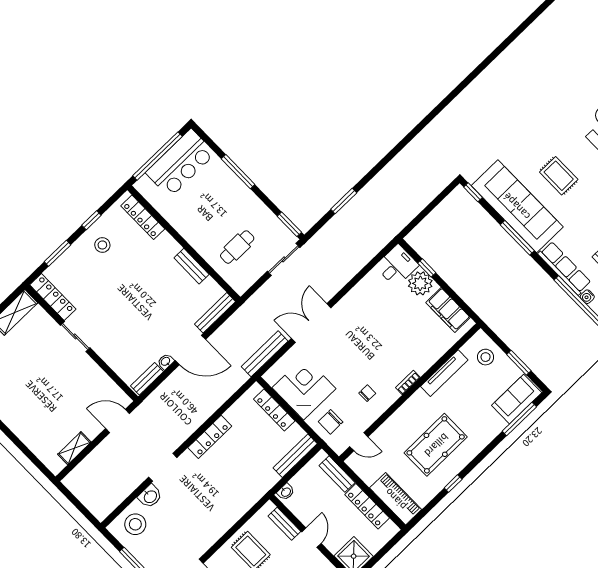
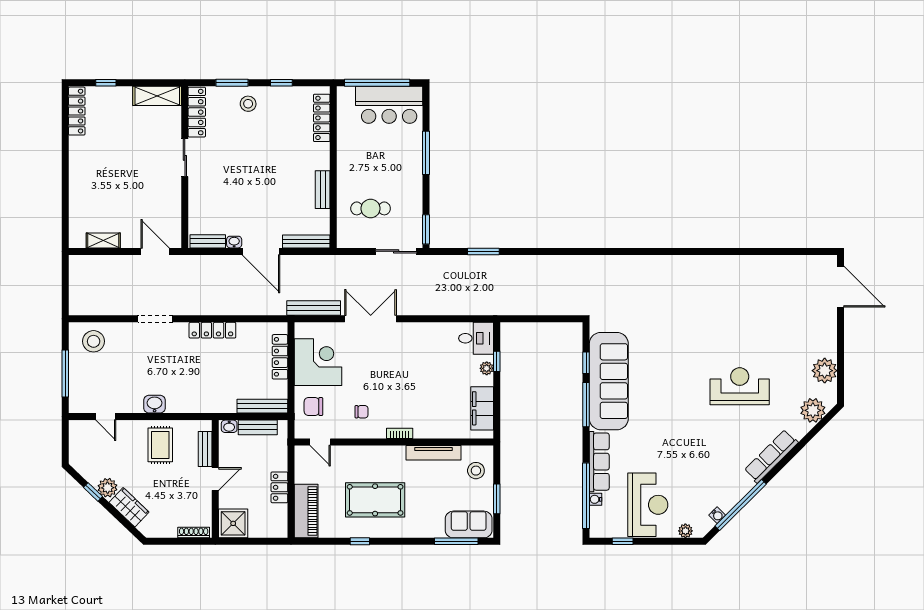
rug: (559, 176) -> (662, 388), removed
window: (473, 192) -> (586, 363), moved
stool: (102, 245) -> (248, 104), moved
plant: (420, 283) -> (487, 368), width x0.53, depth x0.53
bench: (337, 474) -> (258, 427), moved, turned 90
washbasin: (150, 496) -> (155, 404), moved, turned 180
locker: (367, 506) -> (279, 487), width x0.66

